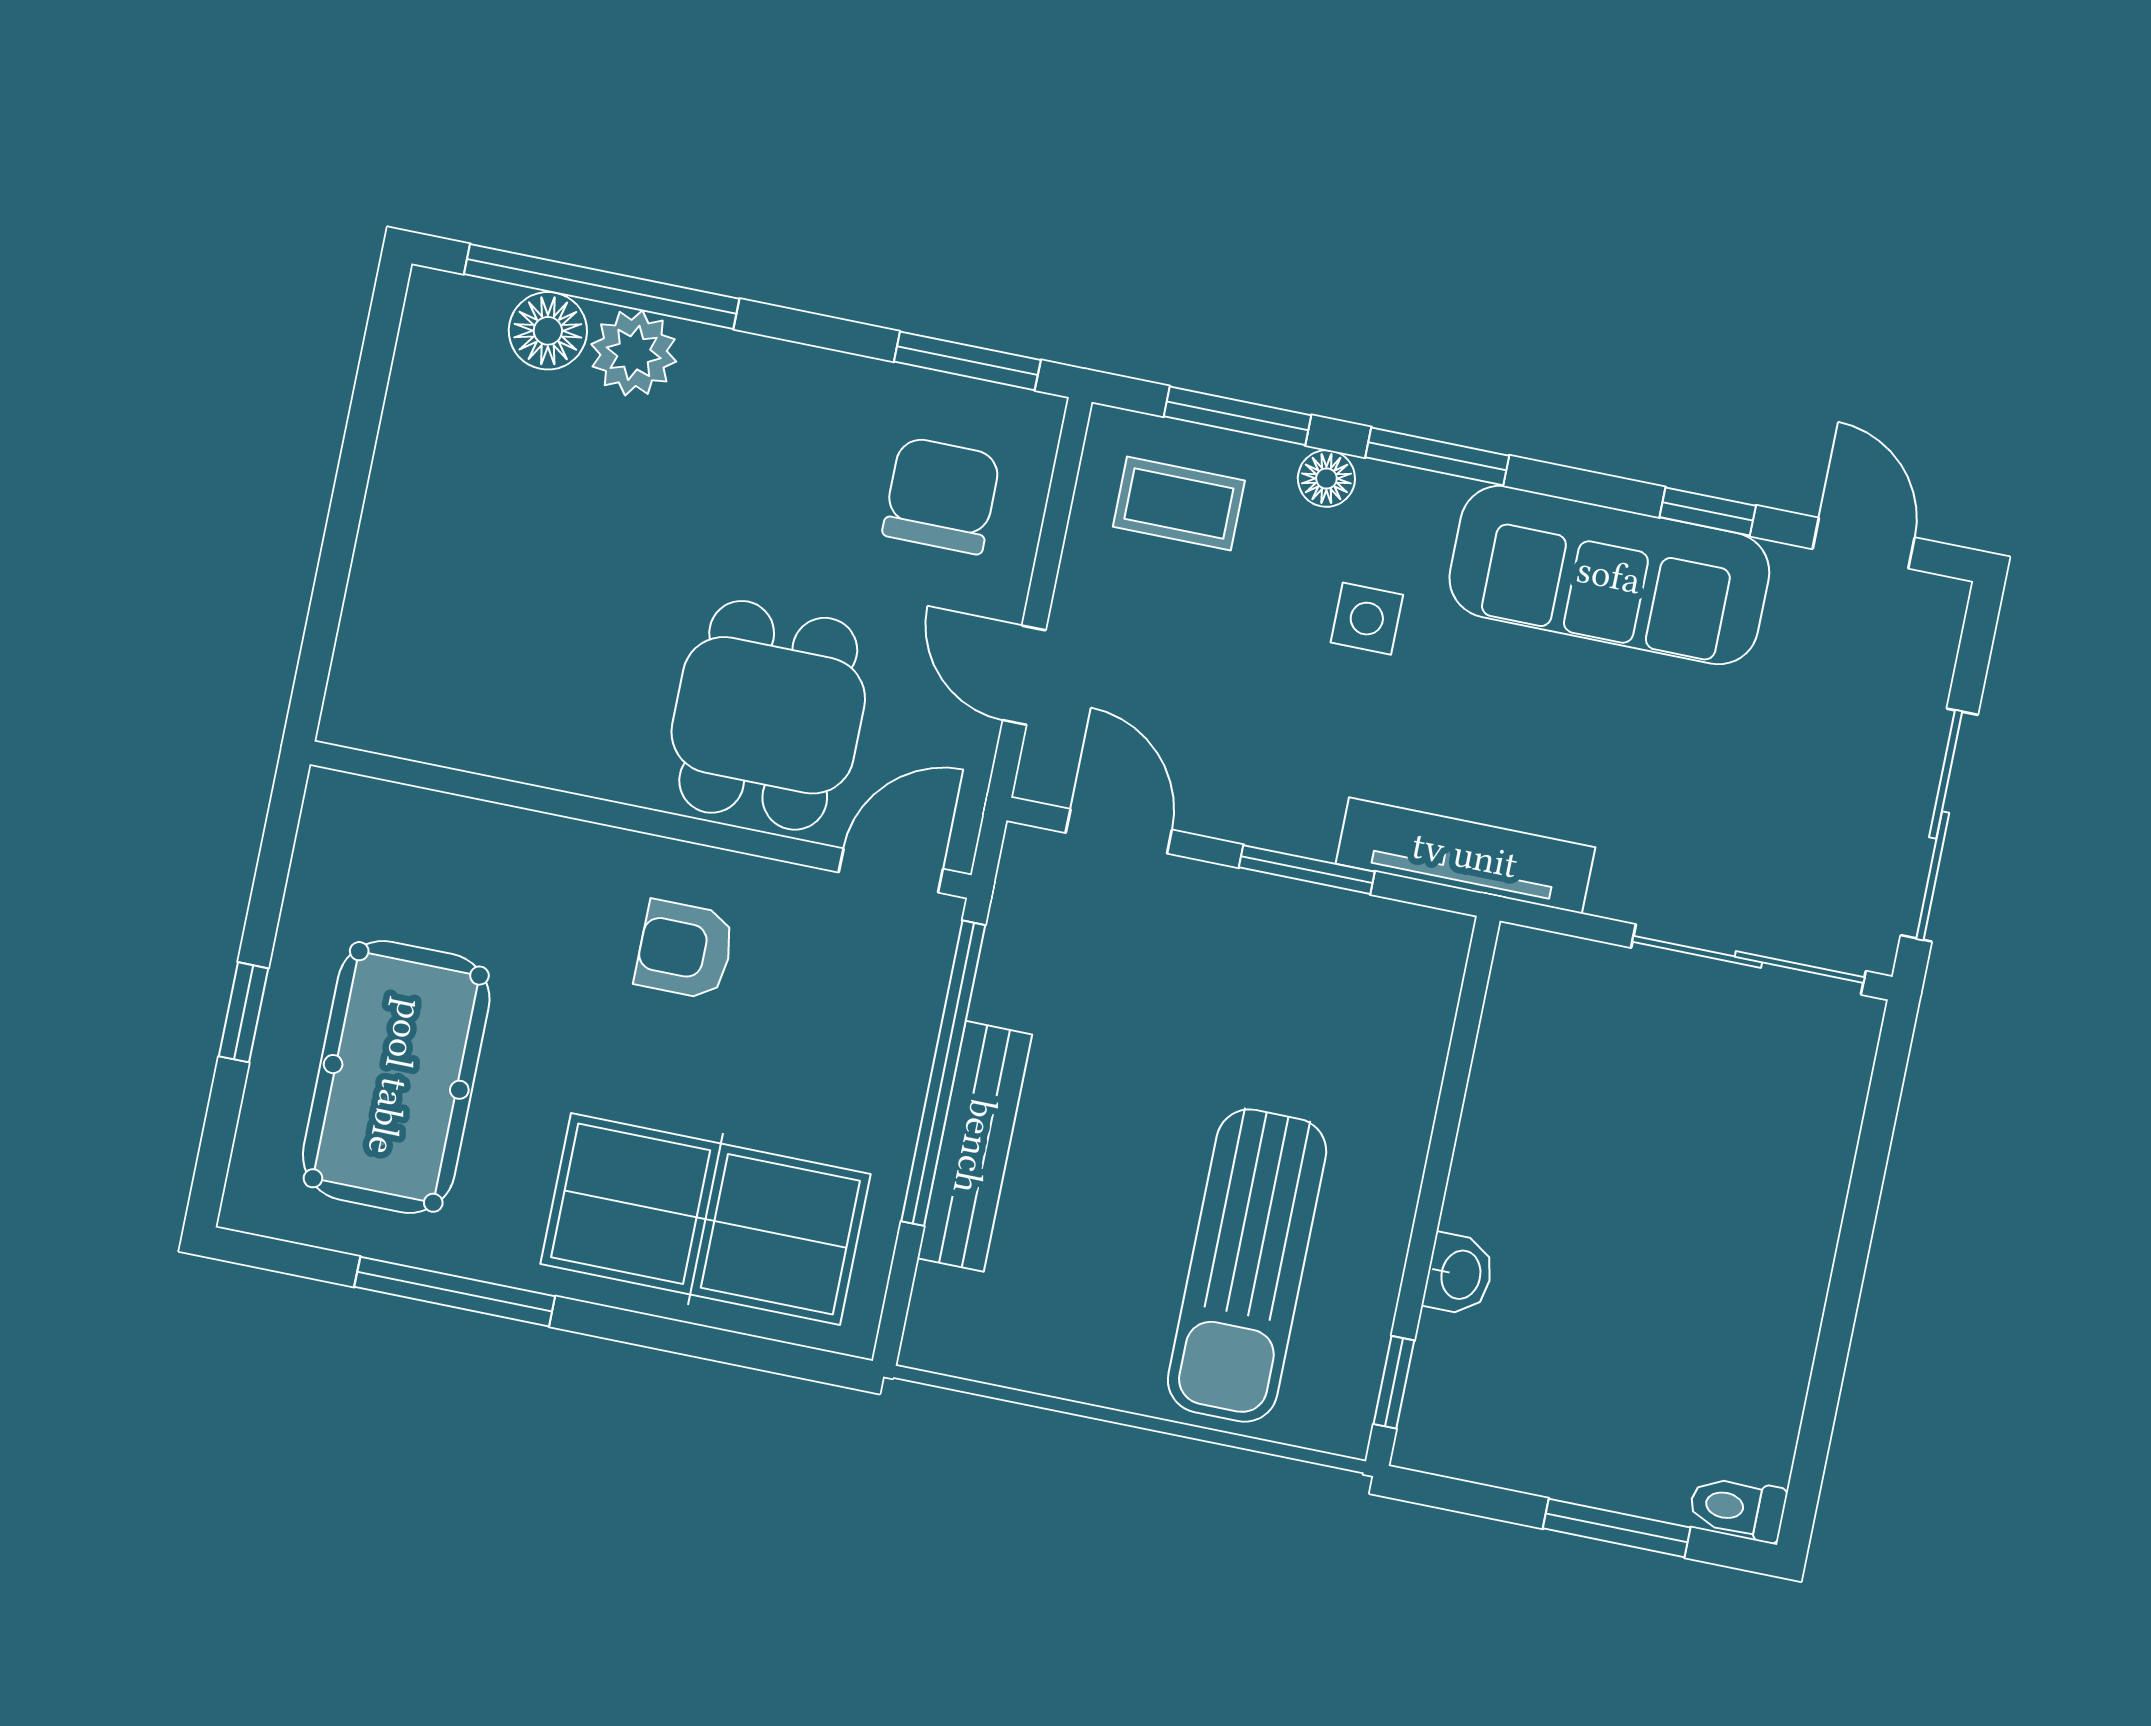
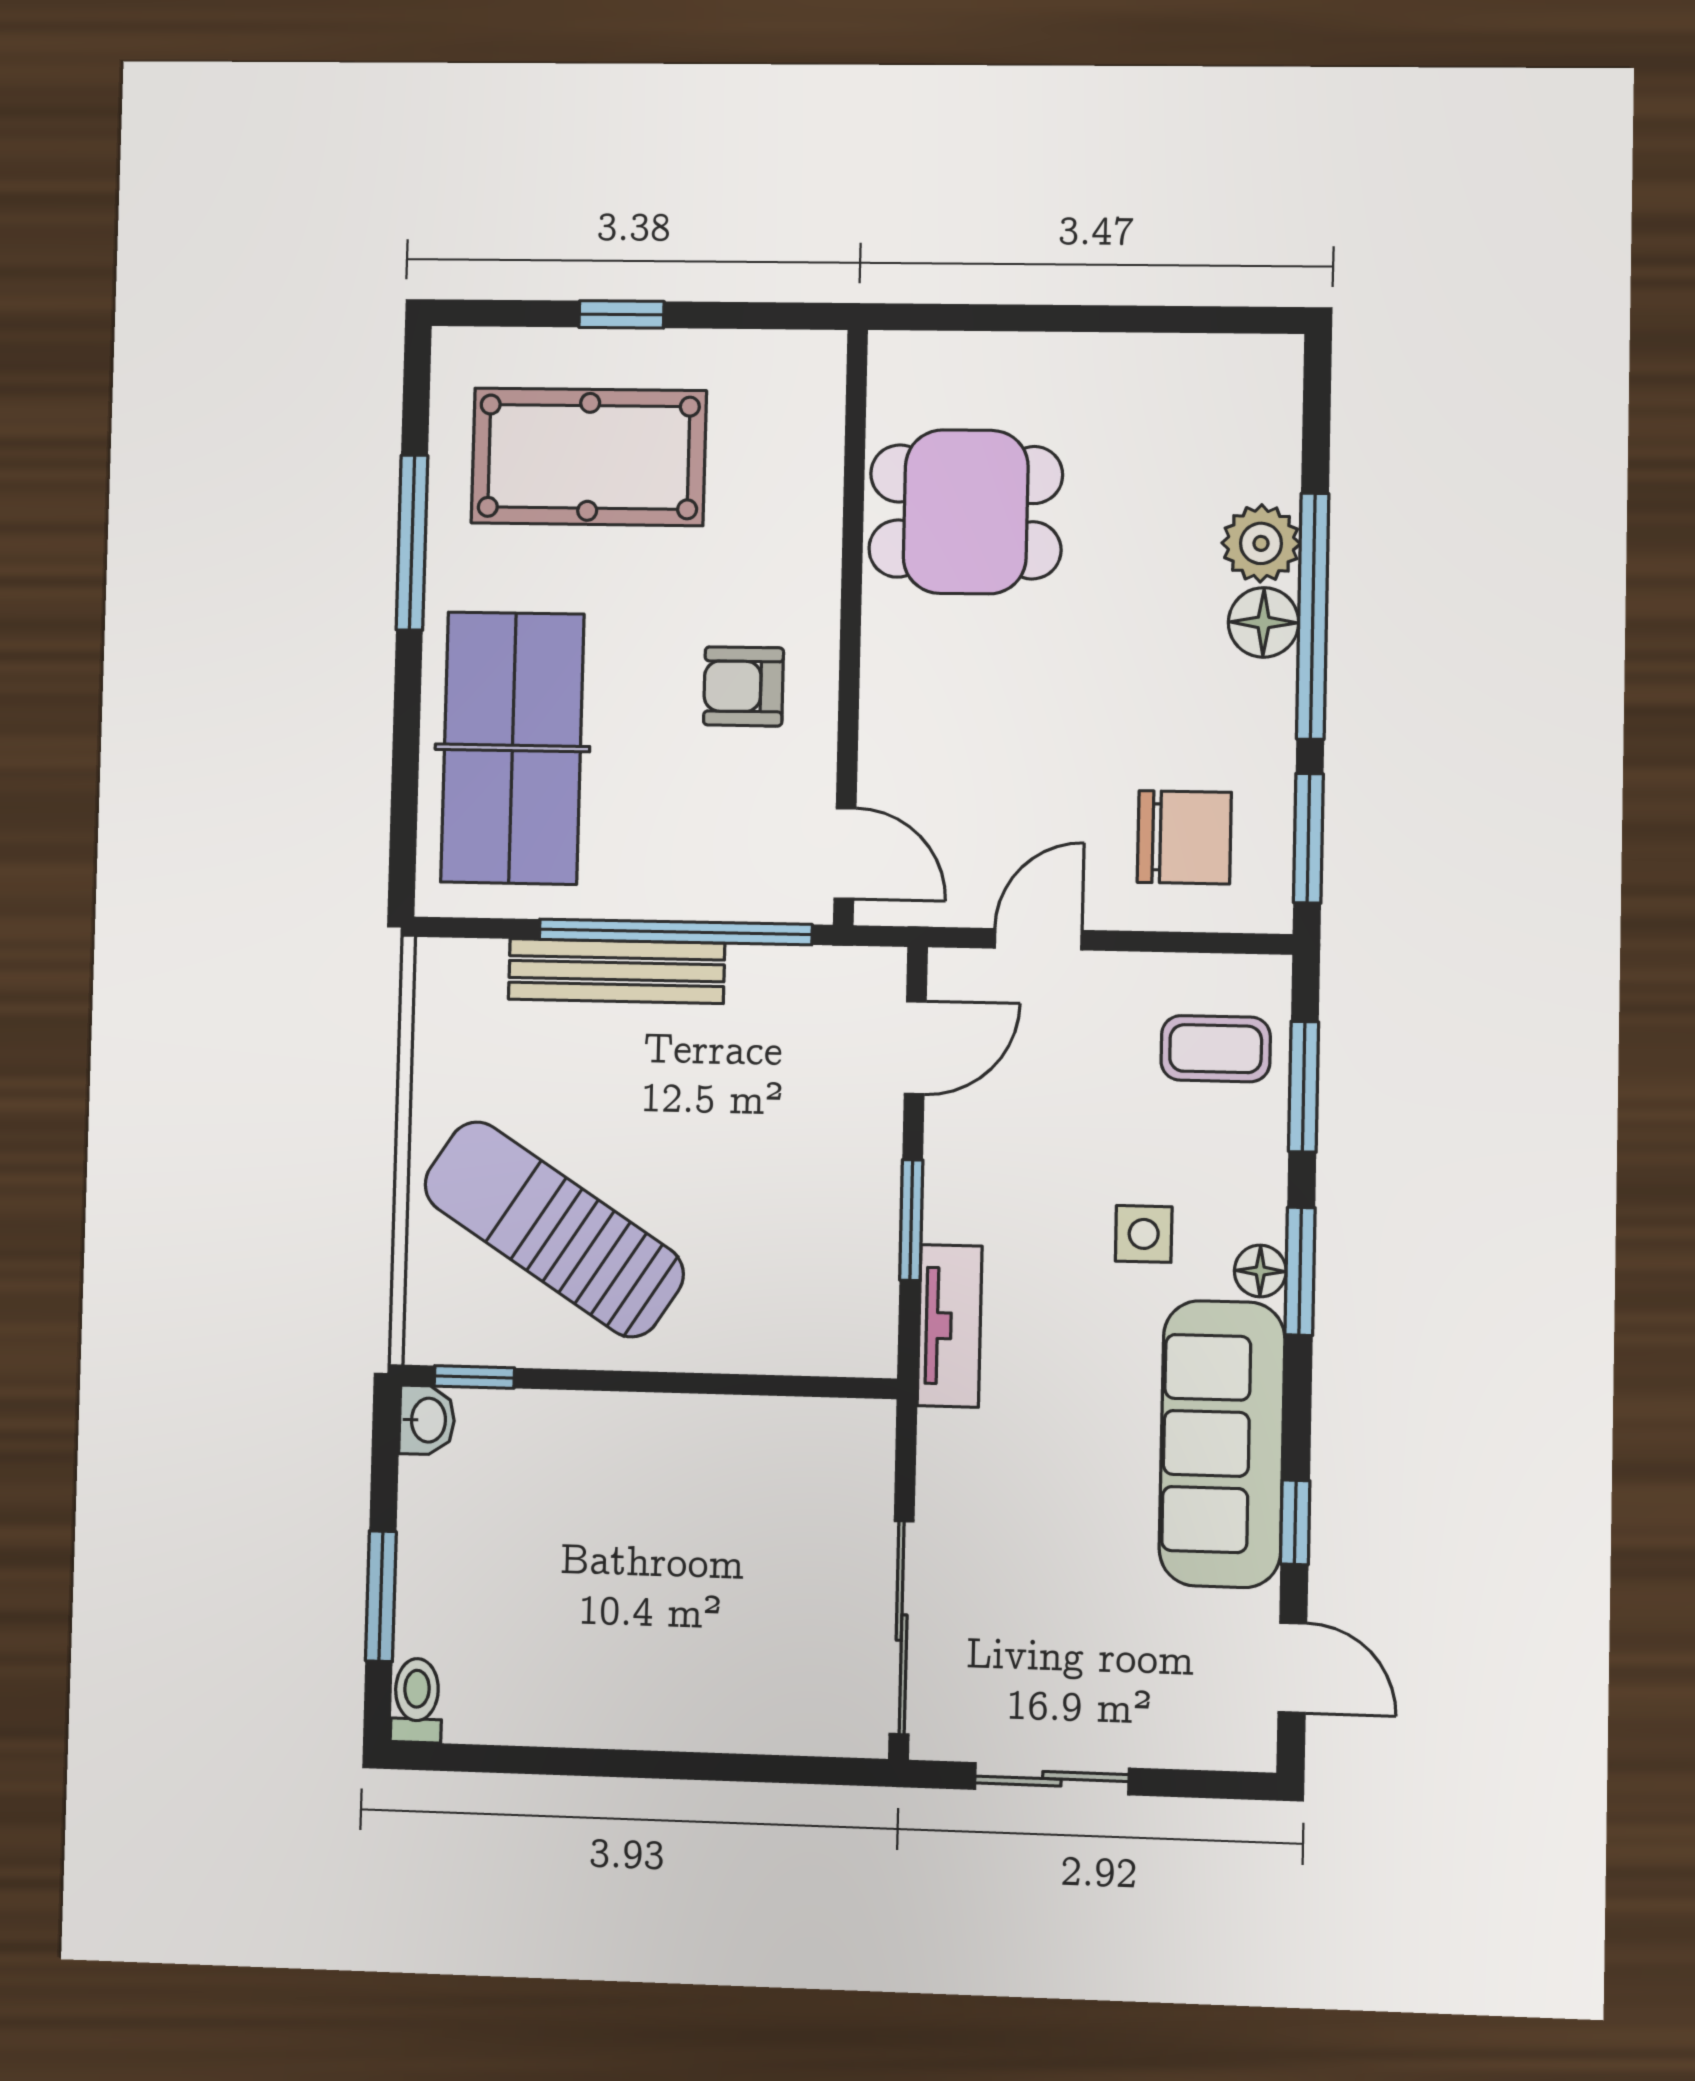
window: (602, 286) -> (1313, 616), moved
floor lamp: (548, 331) -> (1264, 622), moved
floor lamp: (1326, 478) -> (1260, 1271), moved
coffee table: (1179, 504) -> (1216, 1049), turned 90
door: (1864, 543) -> (1292, 1668), hinge flipped
dining table: (768, 715) -> (966, 512), moved
sliding door: (1939, 825) -> (1052, 1779), width x0.73
tv unit: (1465, 855) -> (950, 1326), width x0.71
armchair: (685, 950) -> (744, 686), turned -90
sun lounger: (1247, 1266) -> (554, 1229), turned 33
washbasin: (1459, 1274) -> (427, 1420), moved, turned -90

